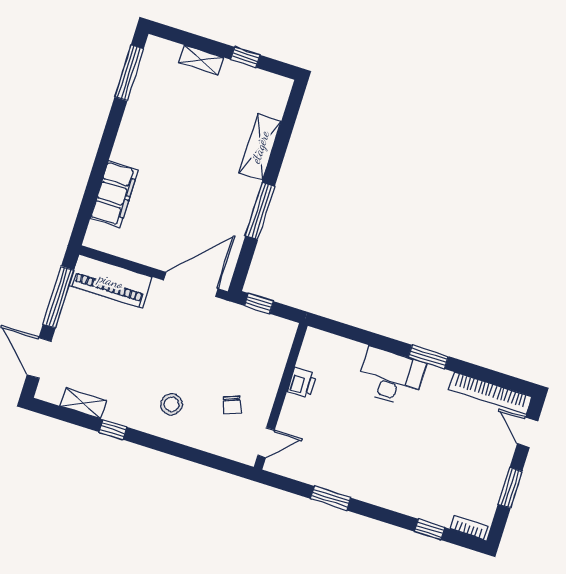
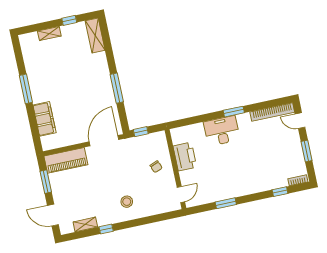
window: (129, 73) -> (26, 89), moved
shelving: (260, 147) -> (95, 36), moved
window: (58, 297) -> (46, 182), width x0.69
printer: (302, 383) -> (185, 157), width x1.87, depth x1.48
chair: (232, 405) -> (156, 167), moved

